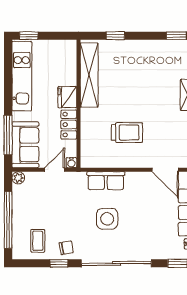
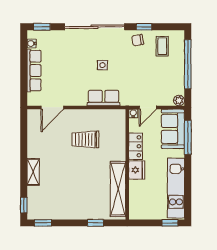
door: (165, 170) -> (52, 107), swing flipped
side table: (107, 219) -> (102, 65), width x0.54, depth x0.54

